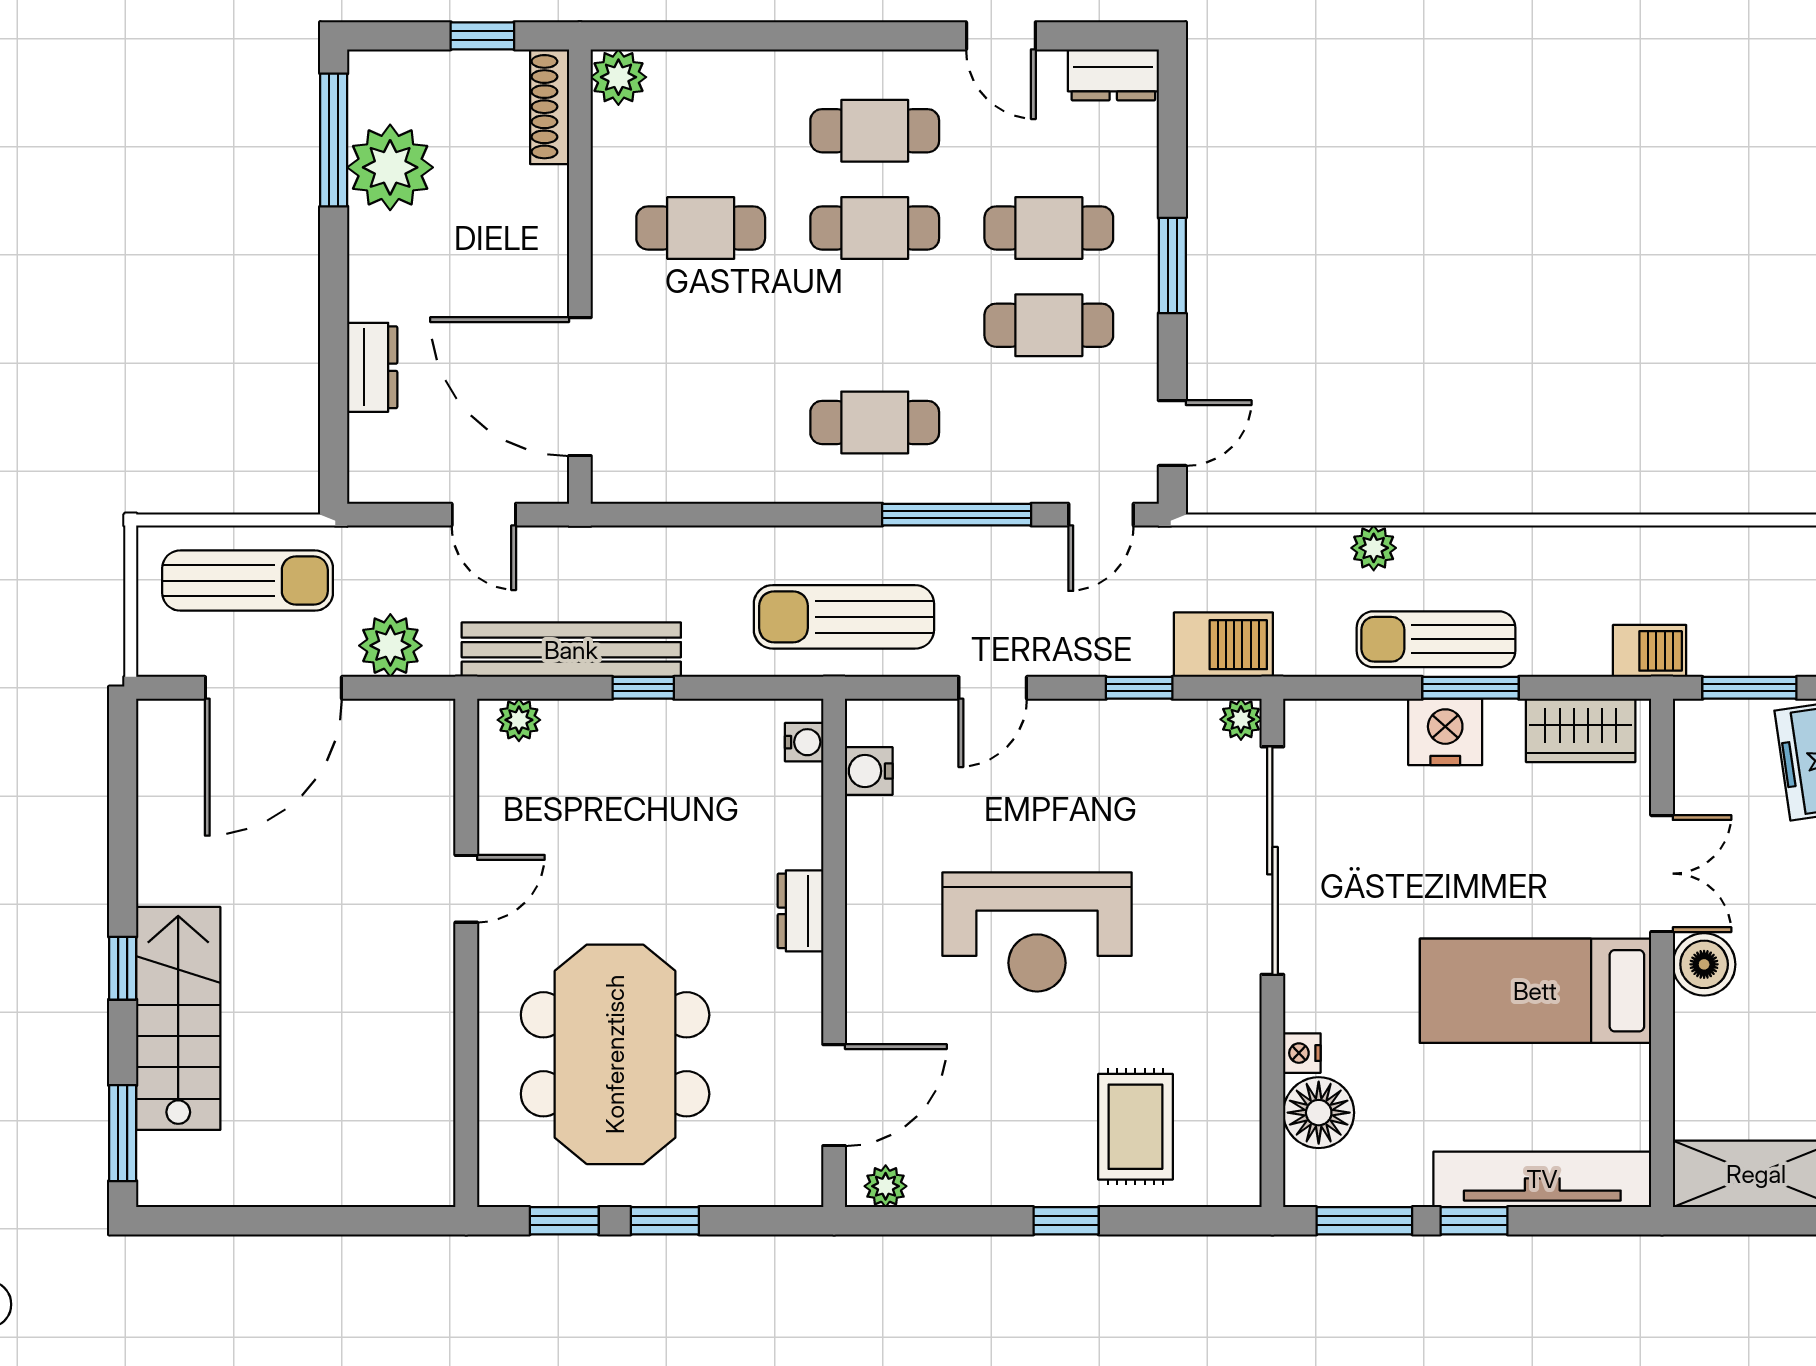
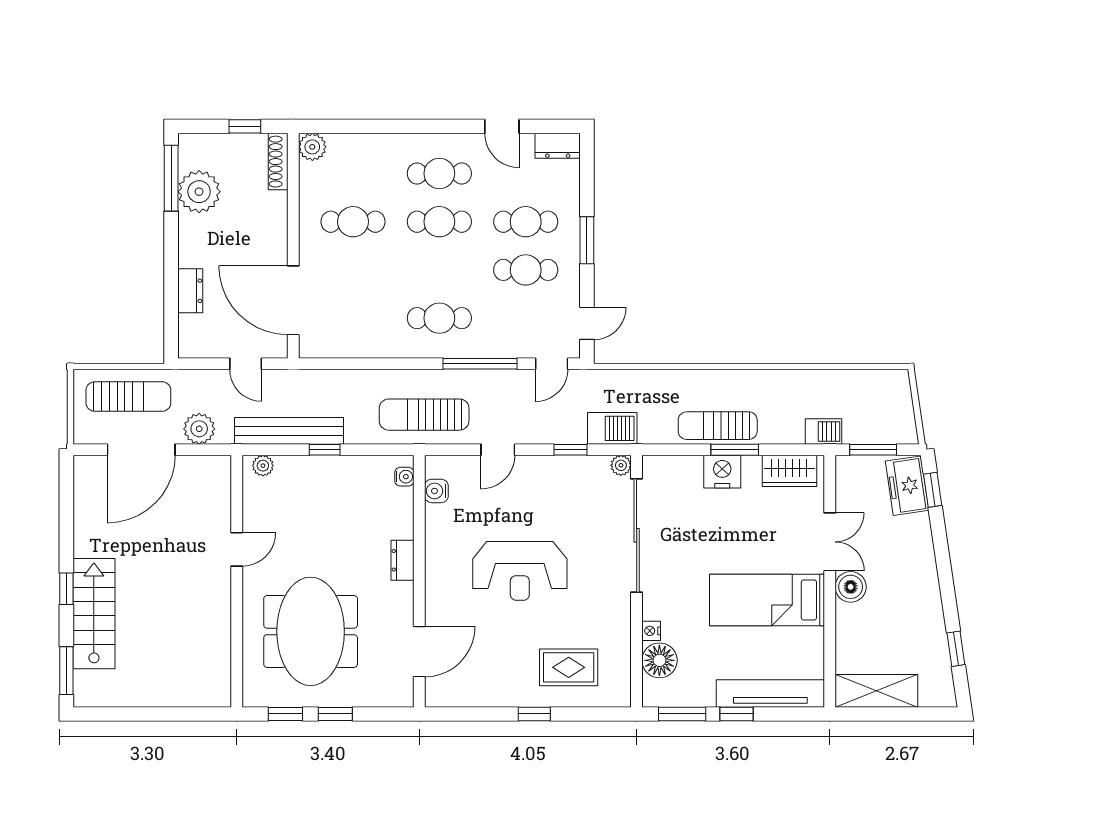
plant: (1374, 548) -> (687, 380), removed
rug: (1135, 1127) -> (569, 667), turned 90
plant: (886, 1186) -> (445, 697), removed

